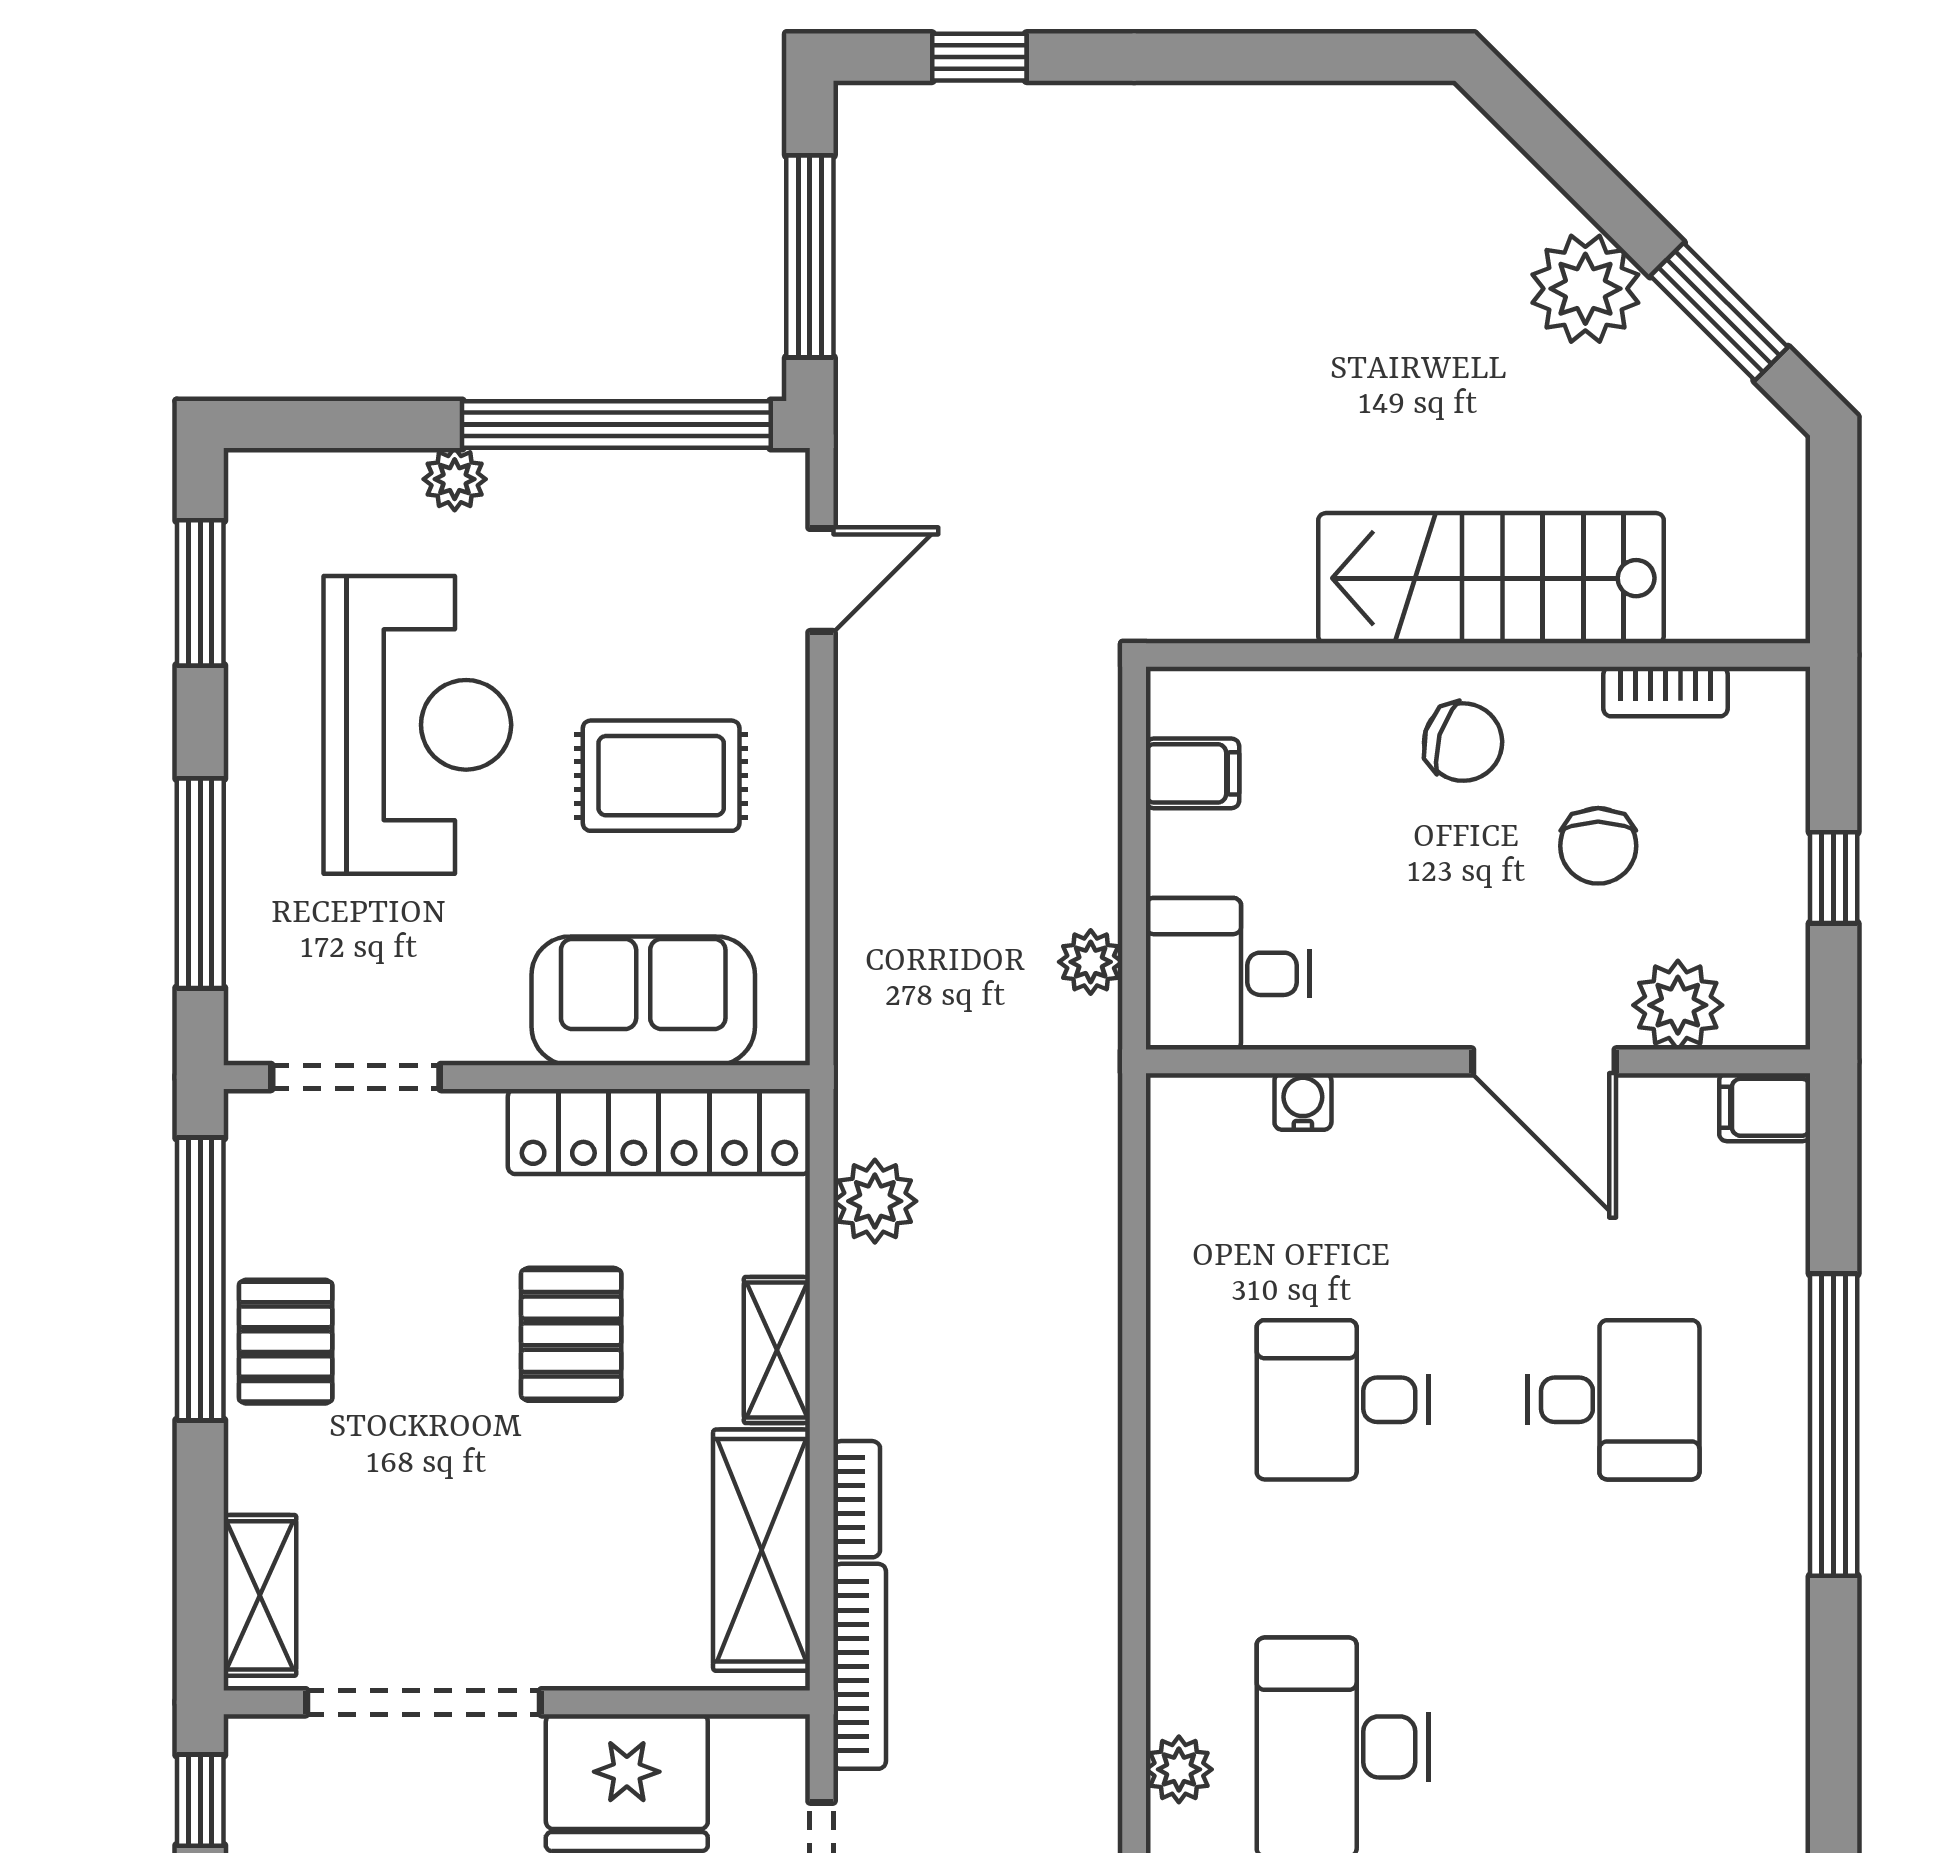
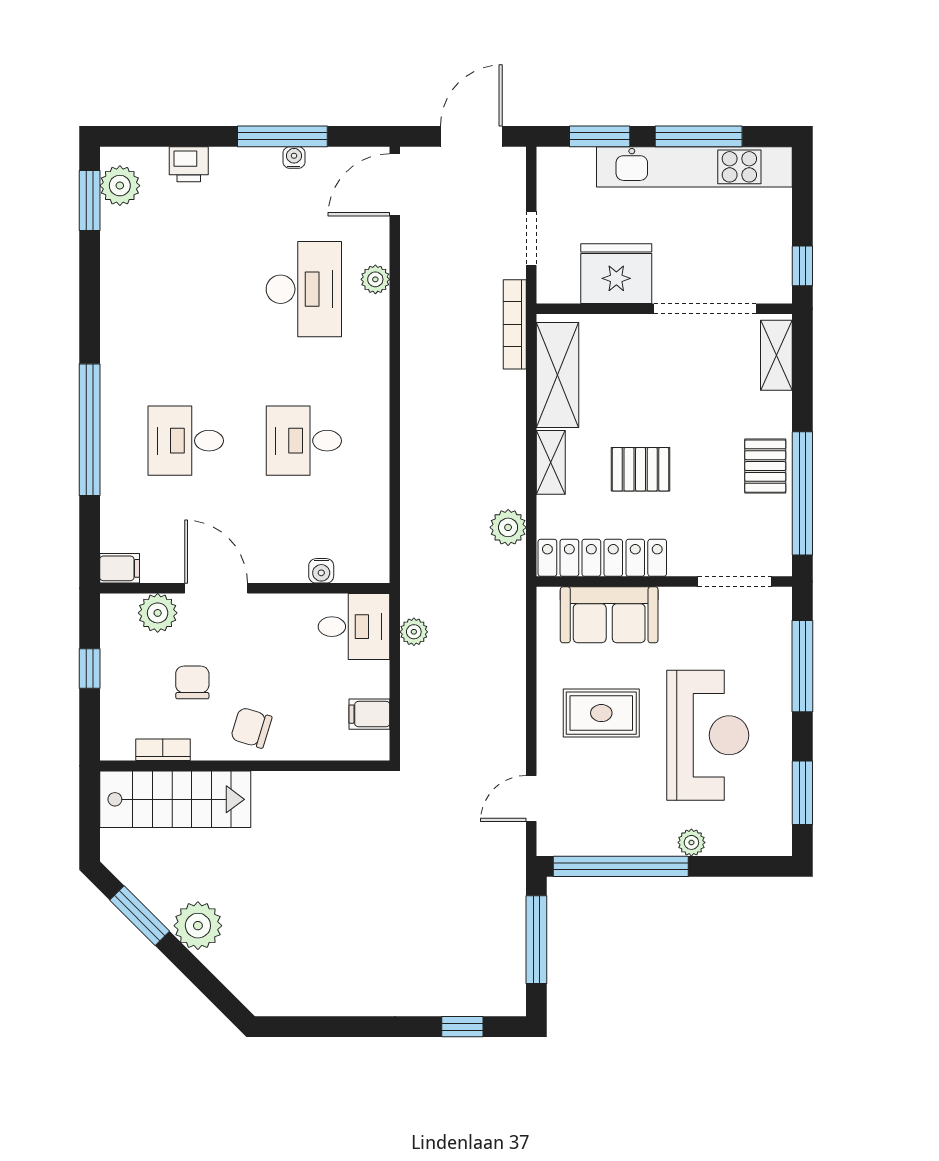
stairs: (1491, 578) -> (175, 799), moved
reception desk: (417, 725) -> (708, 735), turned 180
pallet: (571, 1334) -> (641, 469), turned 90
desk: (1343, 1400) -> (304, 441), turned 180
bookcase: (857, 1499) -> (516, 397), removed

